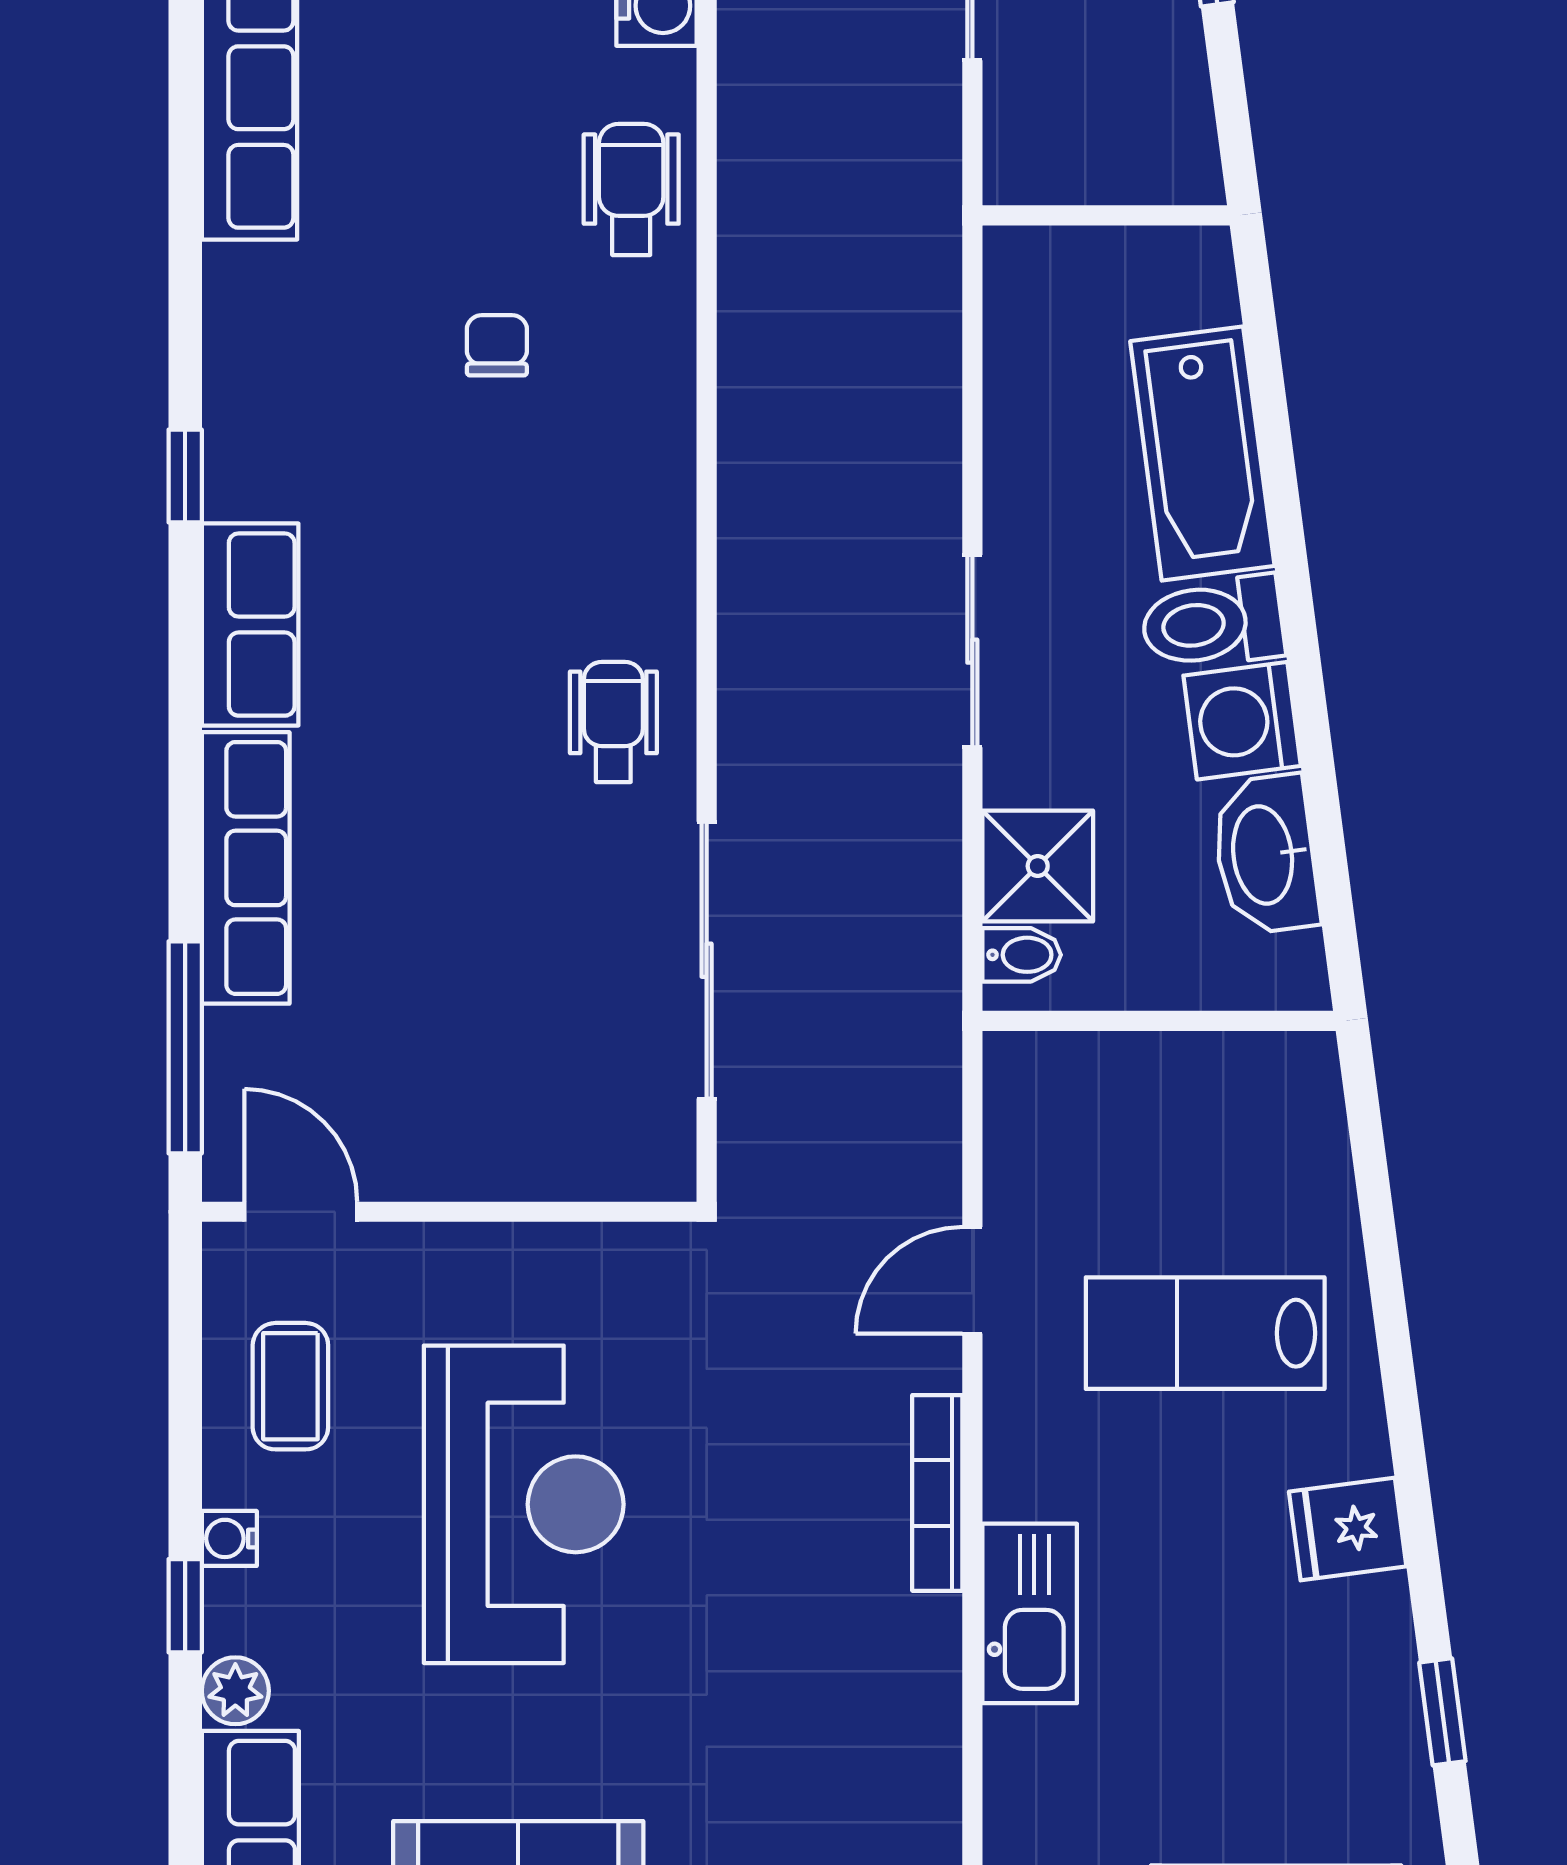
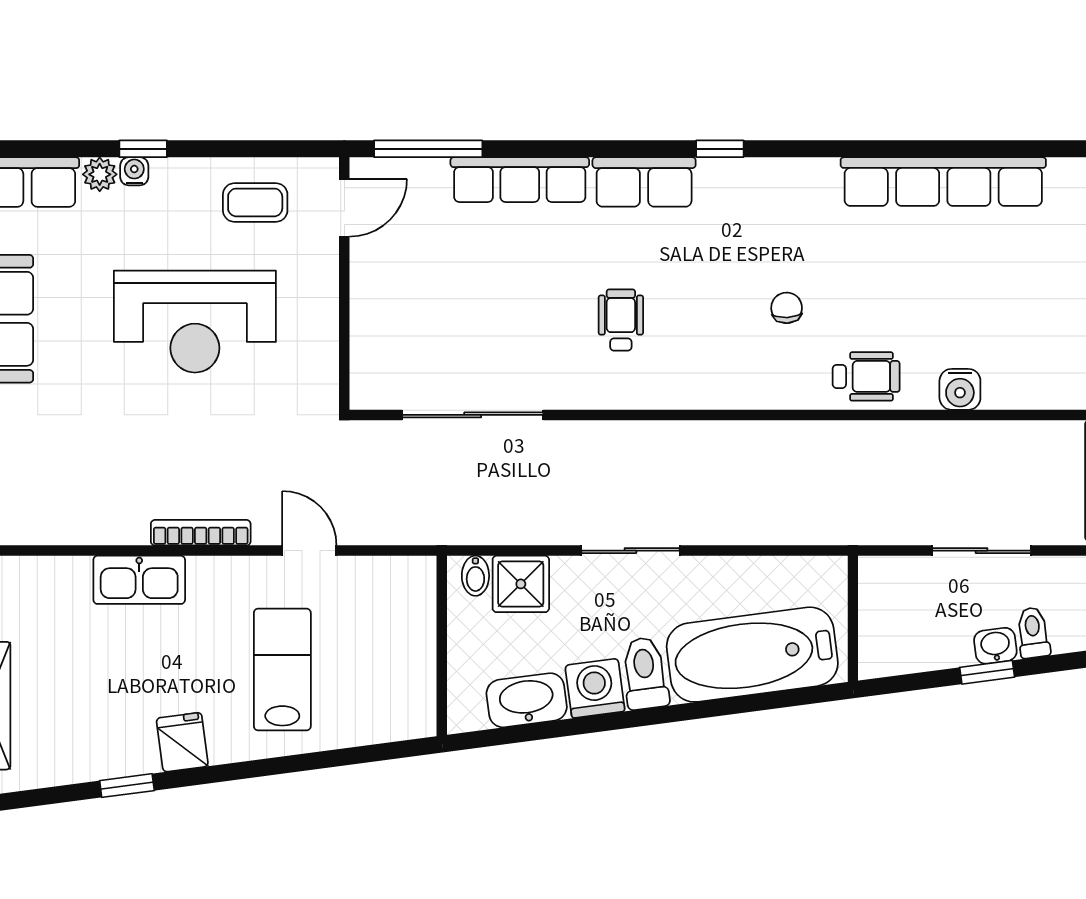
chair: (497, 345) -> (787, 308), turned -93
bathtub: (1202, 453) -> (752, 655), width x1.36, depth x1.36
wheelchair: (613, 722) -> (621, 320), moved, turned -90
water cooler: (229, 1538) -> (134, 171), moved
window: (1442, 1712) -> (127, 786), moved

